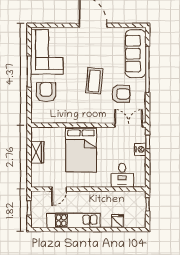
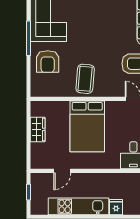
coffee table: (94, 81) -> (85, 79), moved
armchair: (46, 92) -> (48, 62), turned 180
fridge: (118, 221) -> (116, 207), moved

